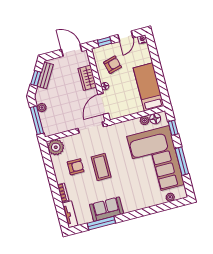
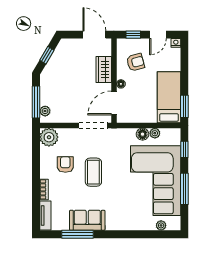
bench: (45, 75) -> (58, 55), removed
window: (164, 91) -> (184, 106), added
plant: (42, 108) -> (45, 111), moved
floor lamp: (155, 119) -> (143, 134), moved
armchair: (76, 167) -> (65, 165), turned -90

